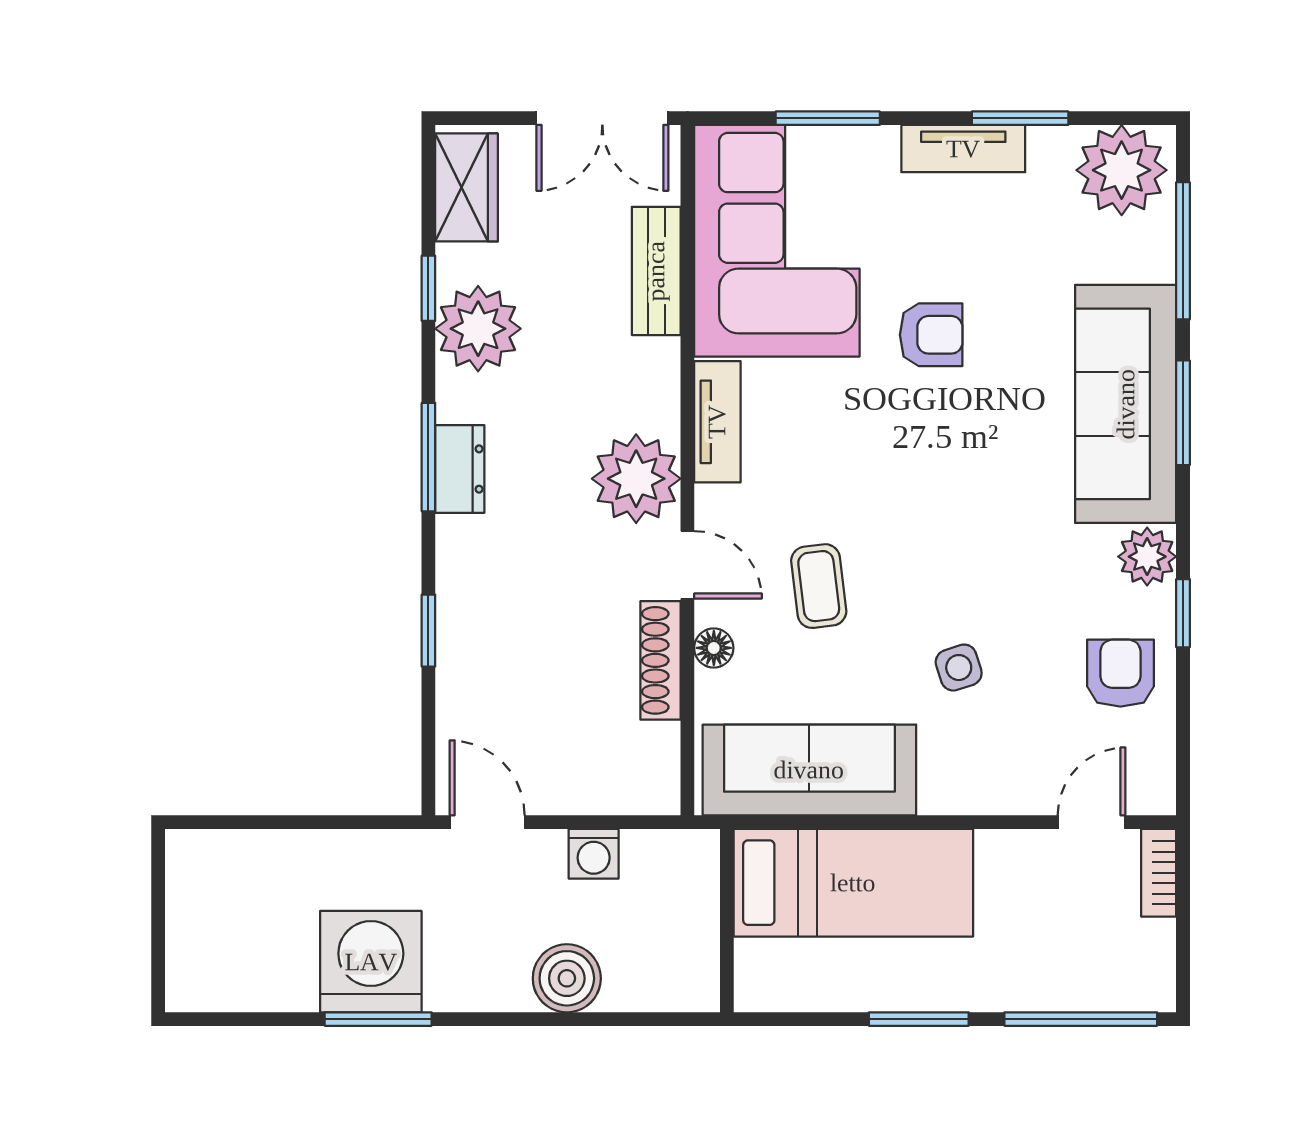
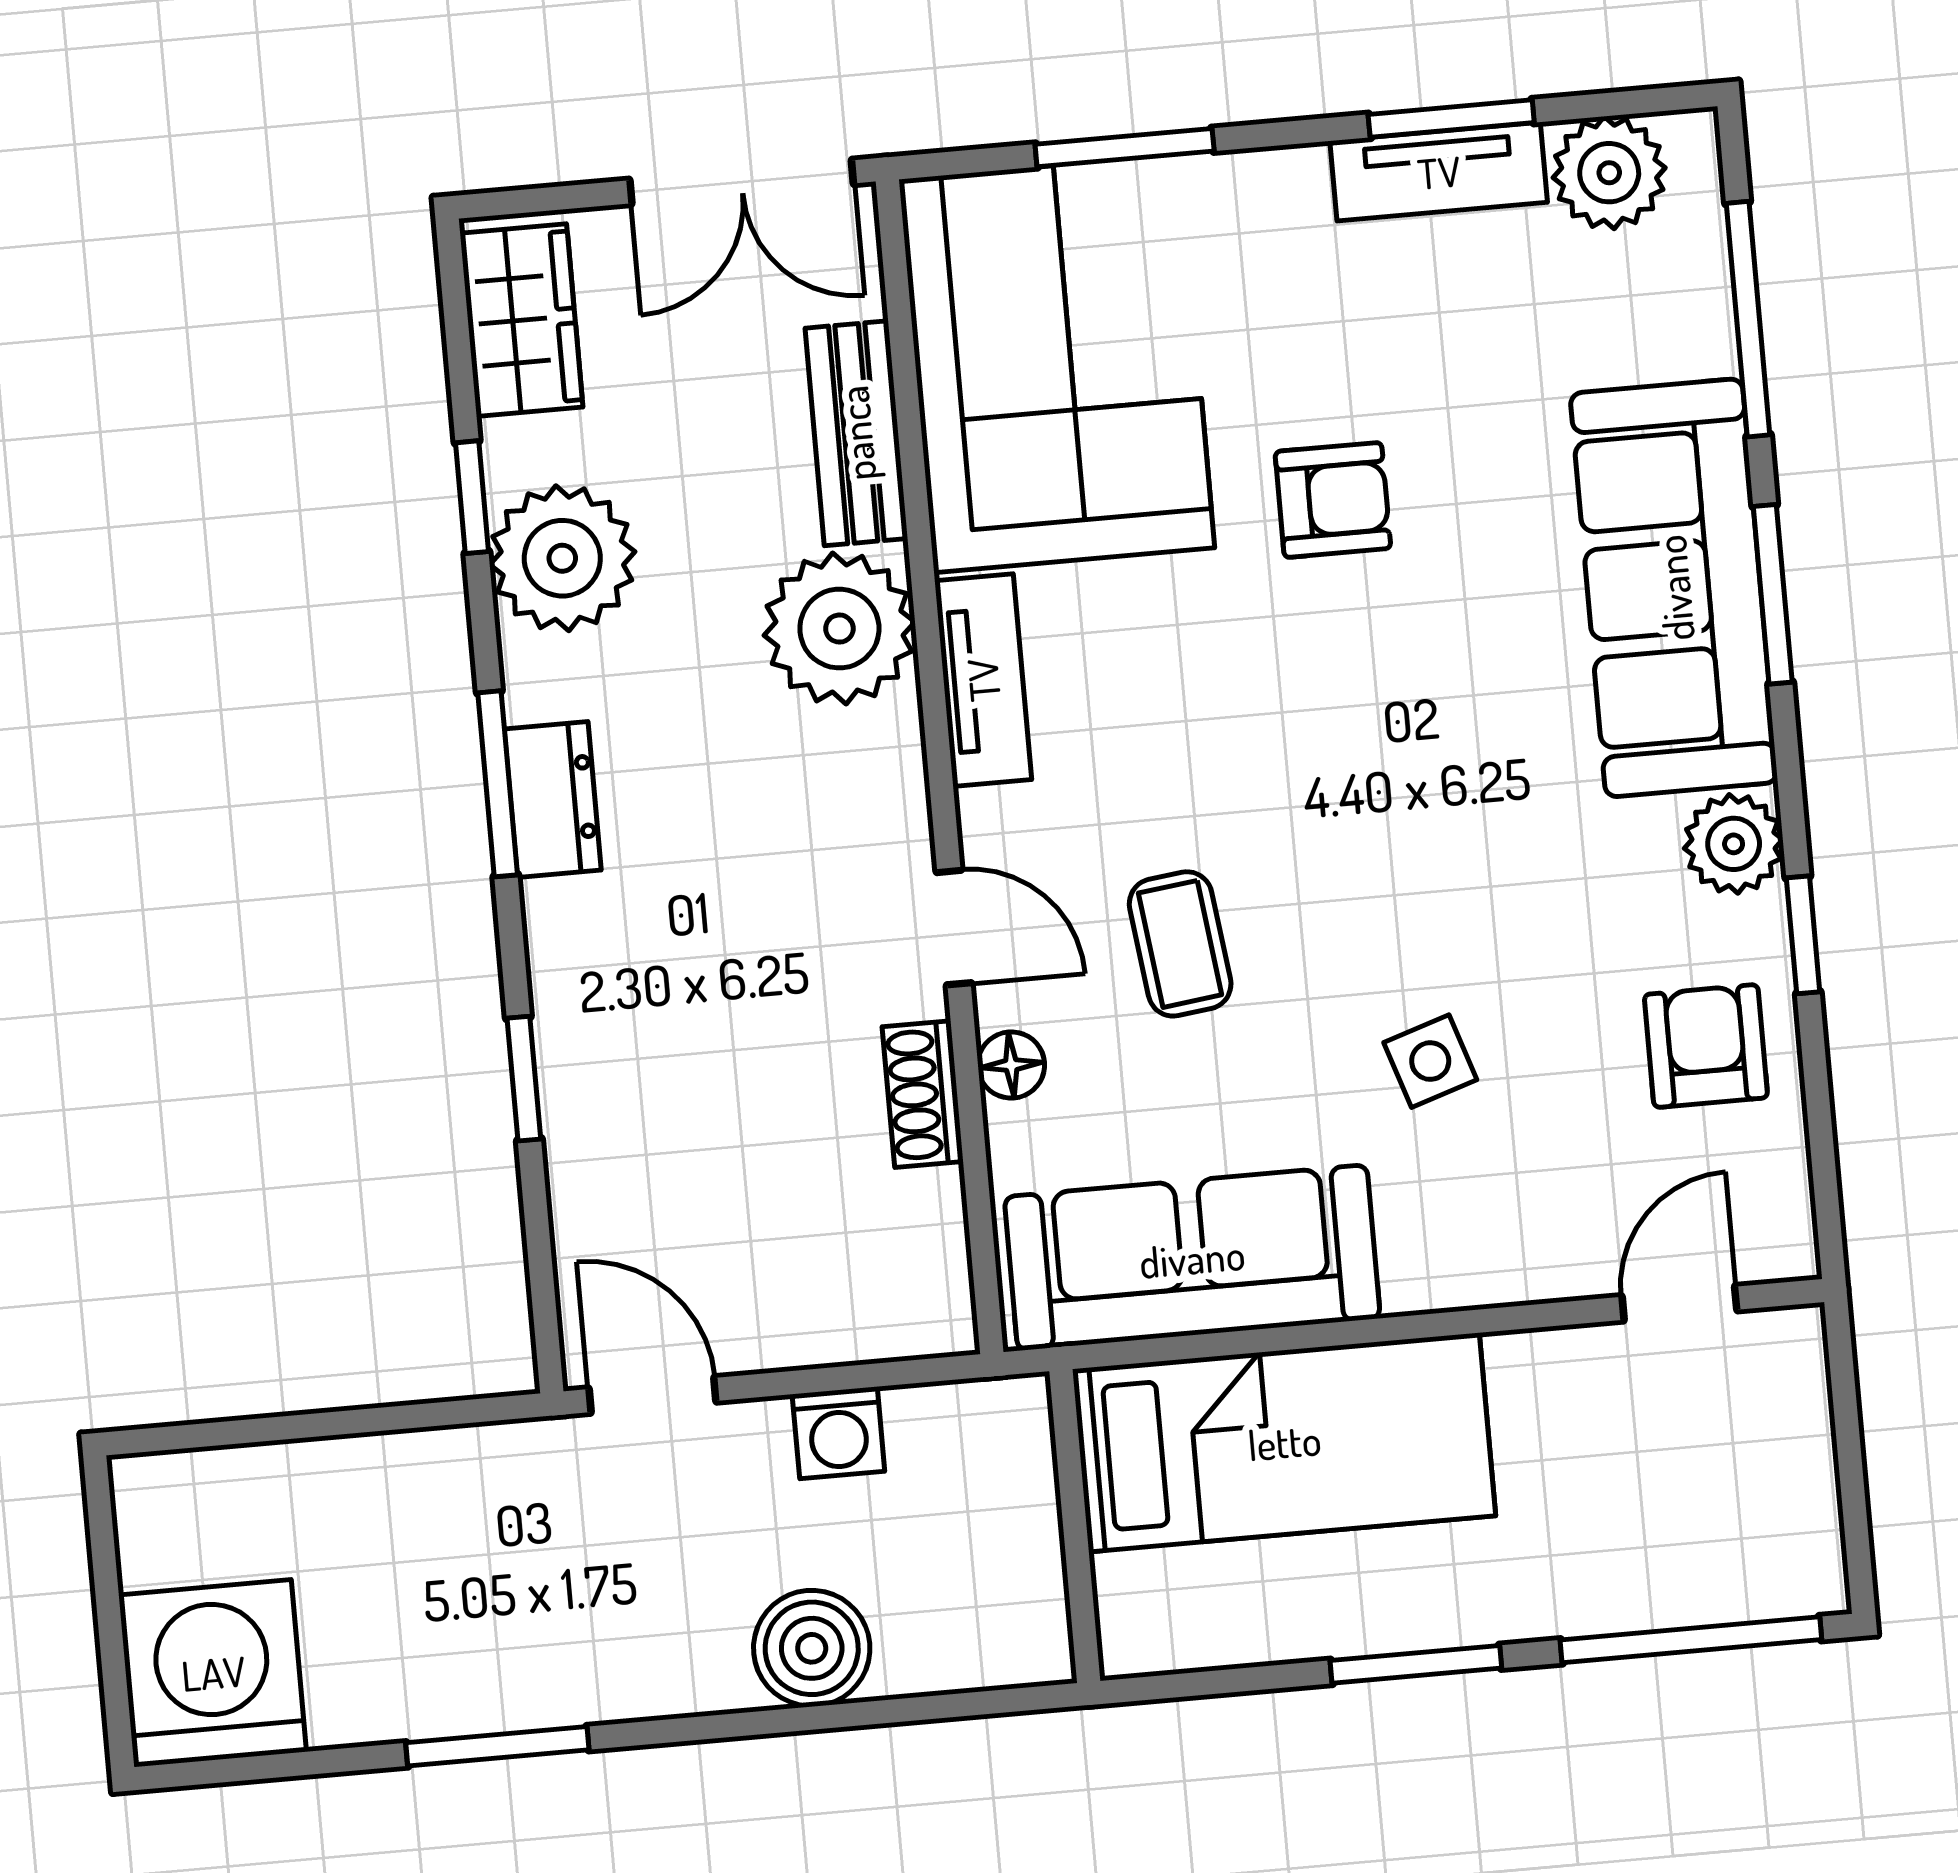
tv unit: (963, 149) -> (1439, 172), moved
plant: (1122, 170) -> (1609, 173), width x0.73, depth x0.73
plant: (636, 479) -> (839, 629), moved
shoe rack: (661, 660) -> (923, 1094), width x0.70
bookcase: (1159, 873) -> (1801, 1379), removed
washing machine: (371, 962) -> (213, 1673), moved

